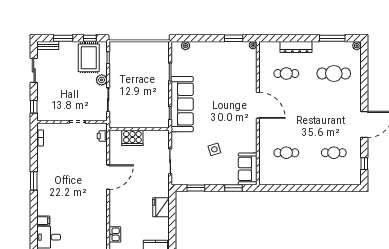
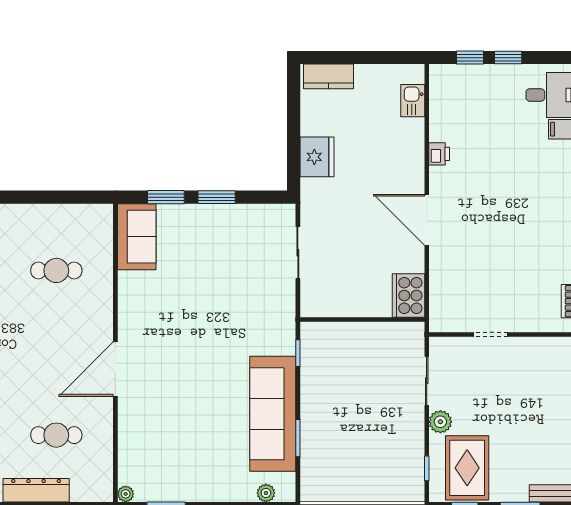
sofa: (182, 104) -> (273, 414), moved
door: (258, 105) -> (115, 369), hinge flipped
printer: (102, 136) -> (439, 154), moved
cooker: (132, 138) -> (408, 295), moved, turned -90
side table: (214, 149) -> (206, 277), removed
door: (108, 177) -> (427, 220), hinge flipped
window: (196, 188) -> (217, 197), moved

